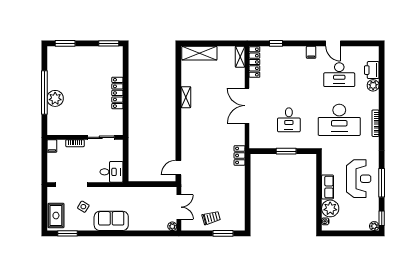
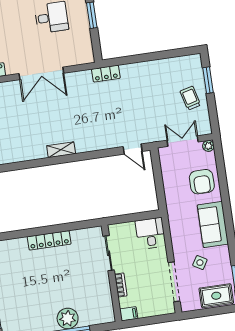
shelving: (186, 97) -> (61, 150), moved
armchair: (145, 217) -> (202, 182), added

